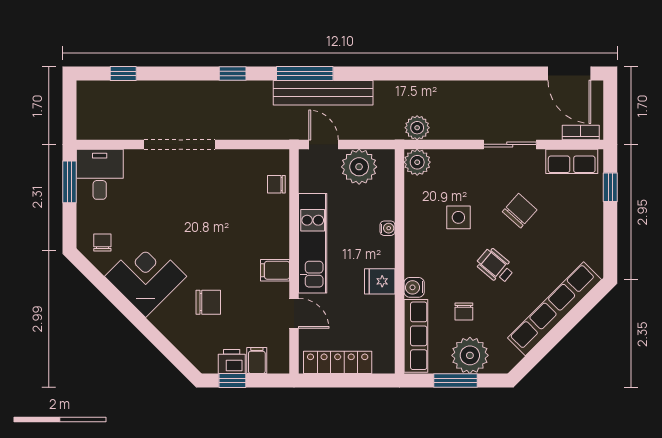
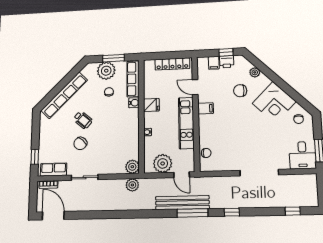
side table: (458, 217) -> (111, 139), removed
wheelchair: (495, 266) -> (83, 120), moved
plant: (179, 337) -> (255, 72), added

